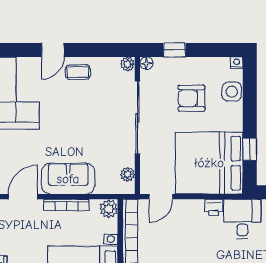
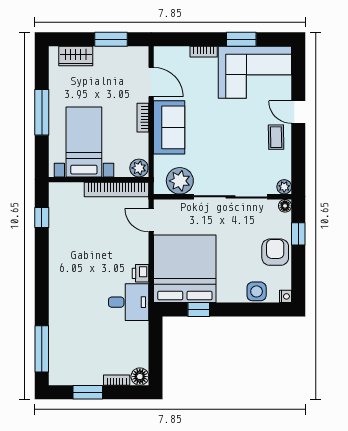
armchair: (192, 98) -> (275, 252), moved
plant: (128, 174) -> (180, 181), width x1.87, depth x1.87
bookcase: (67, 205) -> (143, 118), width x0.64

